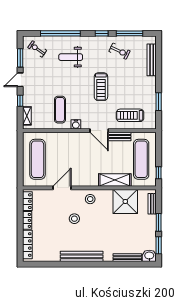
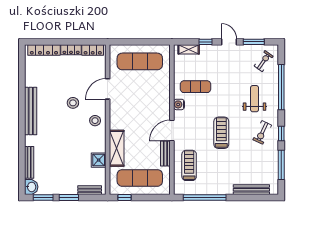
exercise bike: (119, 51) -> (262, 132), moved
treadmill: (101, 87) -> (221, 133), turned 90
window: (159, 102) -> (205, 198), width x2.11
door: (62, 188) -> (108, 89), swing flipped
shower: (125, 201) -> (99, 160), width x0.54, depth x0.54

